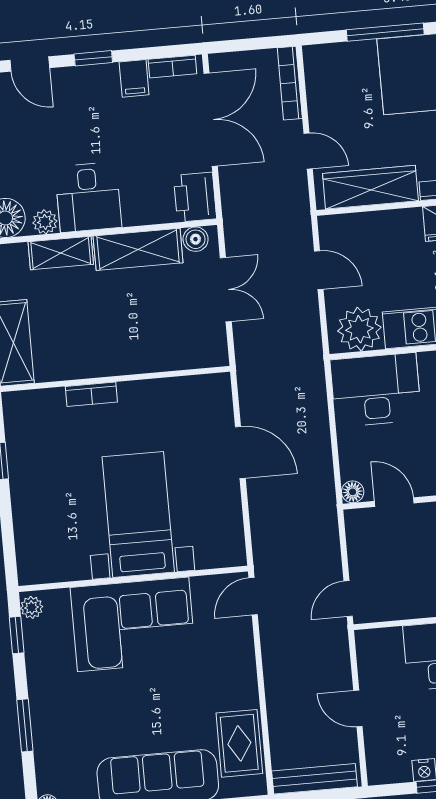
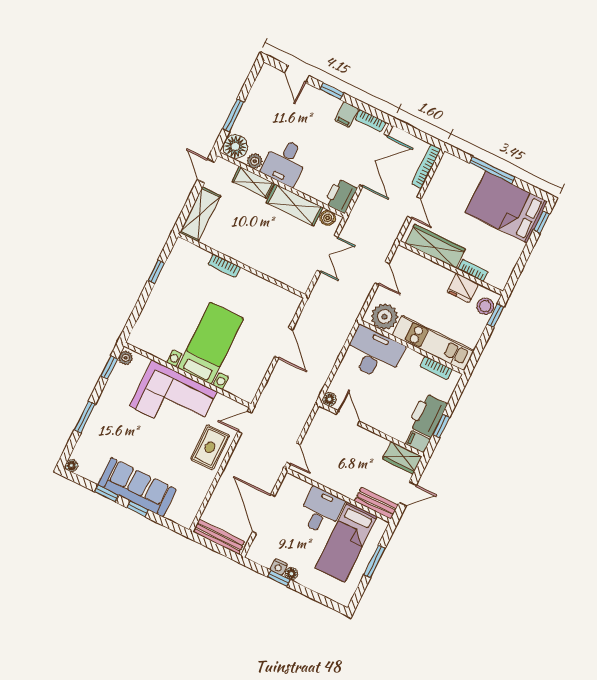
door: (348, 599) -> (293, 454), swing flipped
door: (358, 709) -> (264, 514), width x1.87
rug: (239, 743) -> (210, 447), moved

